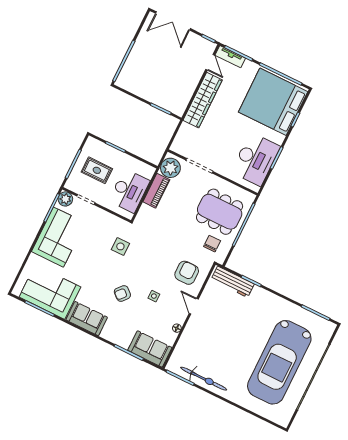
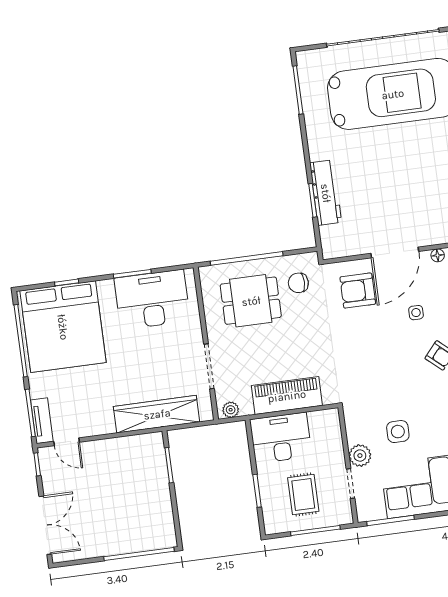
door: (210, 62) -> (67, 442), swing flipped
wardrobe: (203, 100) -> (157, 414), moved
plant: (170, 168) -> (231, 410), width x0.53, depth x0.53
desk: (129, 191) -> (281, 438), moved
piano: (156, 191) -> (287, 396), width x1.37, depth x1.33
plant: (65, 199) -> (360, 456), moved
dining table: (220, 212) -> (251, 301), width x0.73
side table: (120, 246) -> (398, 432), moved
workbench: (233, 282) -> (326, 193), moved
door: (194, 306) -> (395, 252), width x1.87

